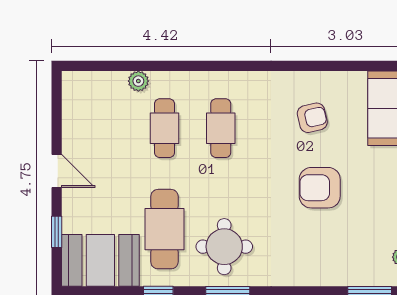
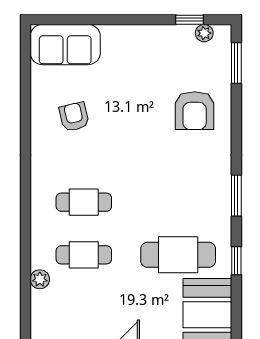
armchair: (320, 188) -> (195, 111), moved
round table: (224, 247) -> (195, 199), removed

